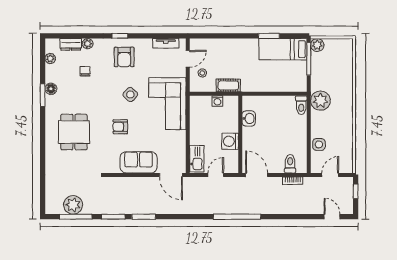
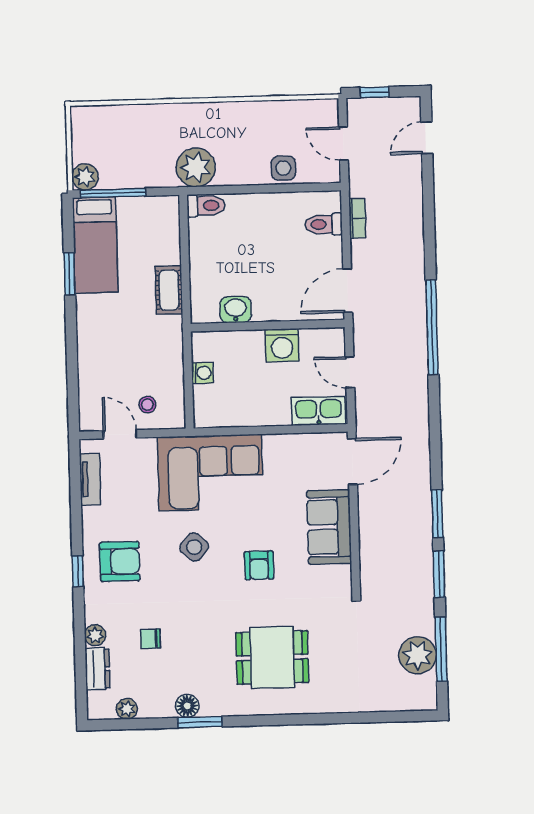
cot: (228, 85) -> (169, 290), moved

